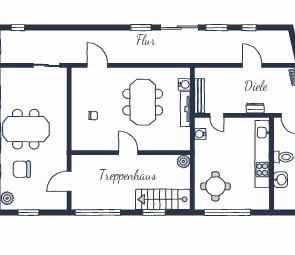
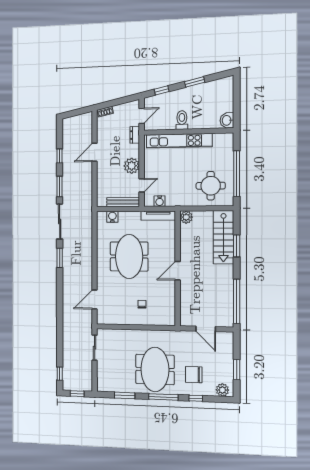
meeting table: (143, 102) -> (129, 256), turned 90
plant: (237, 105) -> (132, 166), added
dresser: (255, 108) -> (135, 135), moved
tv unit: (185, 109) -> (158, 216), moved
chair: (22, 169) -> (194, 375), turned 90
washbasin: (281, 180) -> (227, 120), moved, turned -90

